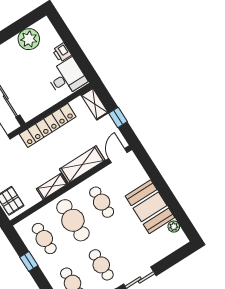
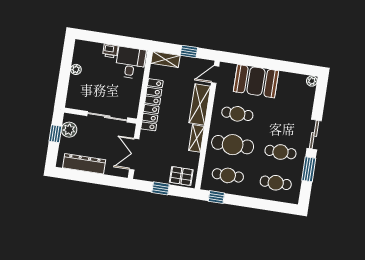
plant: (29, 39) -> (76, 69), width x0.53, depth x0.53
door: (118, 156) -> (215, 75), hinge flipped
booth: (150, 207) -> (256, 81), moved
plant: (174, 227) -> (312, 81), moved
window: (29, 261) -> (216, 197), moved

